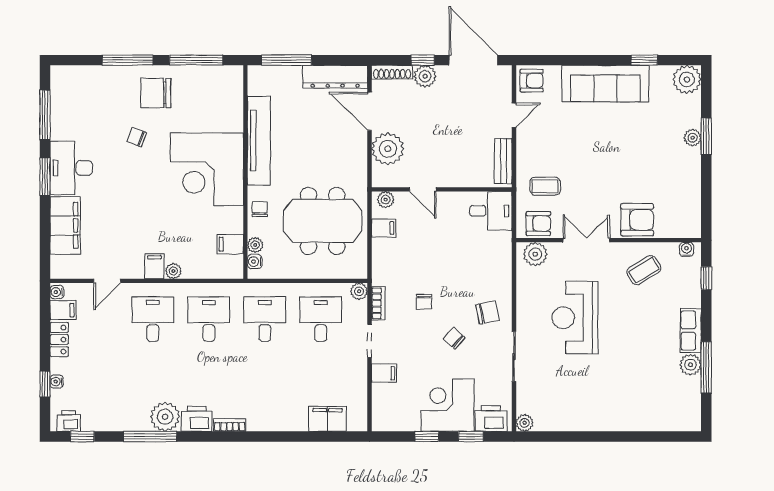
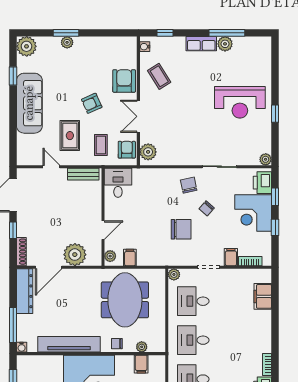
plant: (425, 76) -> (24, 229), removed
armchair: (532, 81) -> (92, 103), moved, turned -114
rug: (559, 142) -> (70, 136), added
water cooler: (255, 262) -> (22, 347), moved
chair: (424, 302) -> (181, 229), width x1.87, depth x1.87
bookcase: (378, 303) -> (250, 261), moved
reception desk: (575, 318) -> (240, 102), moved
window: (590, 437) -> (275, 114), added

